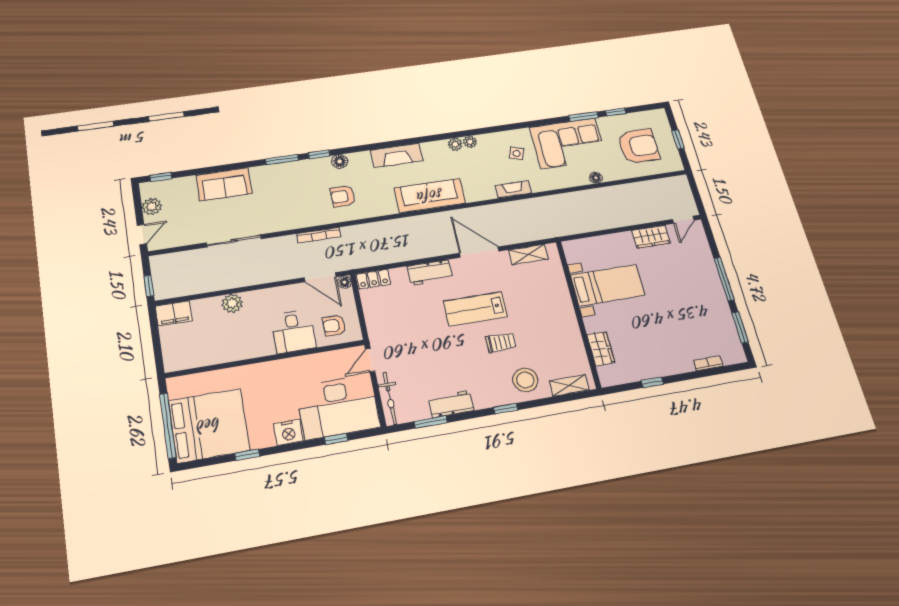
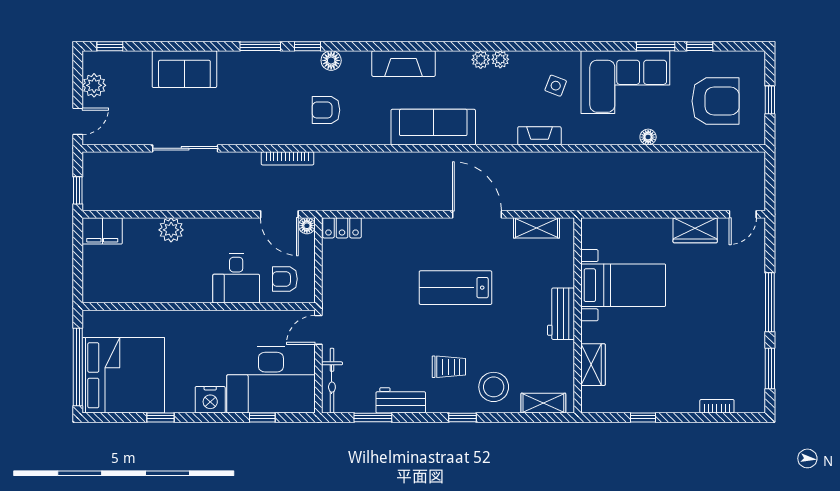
workbench: (430, 273) -> (561, 314), moved, turned 90
trolley: (501, 342) -> (449, 367), moved

